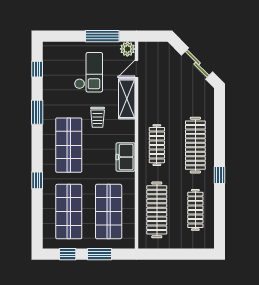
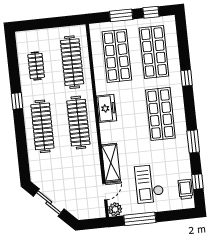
trolley: (98, 117) -> (185, 189), moved
clothes rail: (157, 145) -> (78, 123), width x1.37, depth x1.31
clothes rail: (195, 210) -> (36, 66), width x0.73

